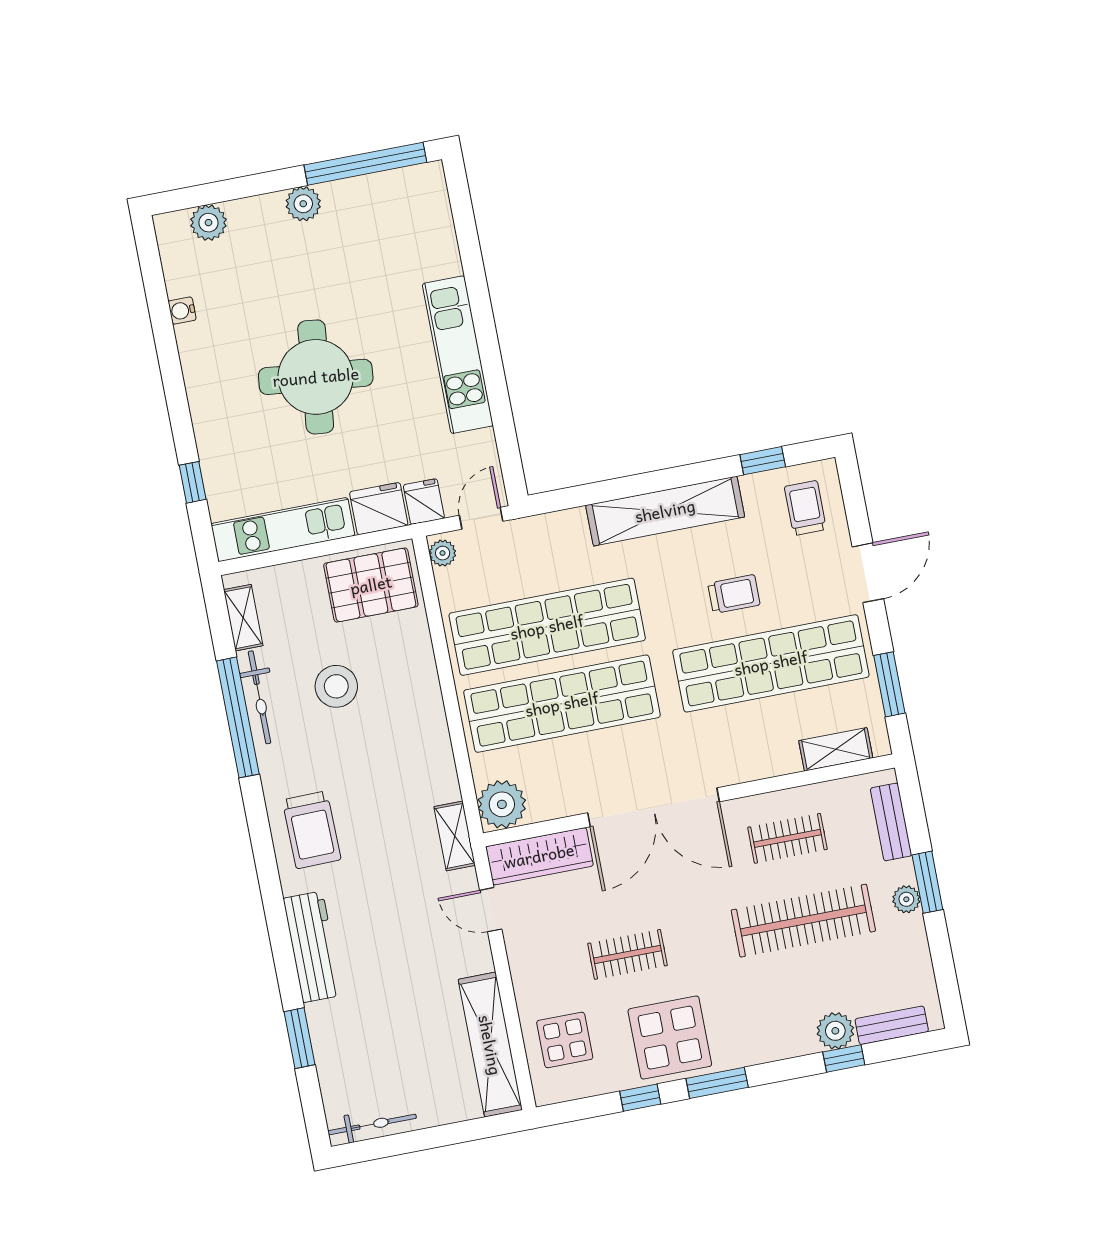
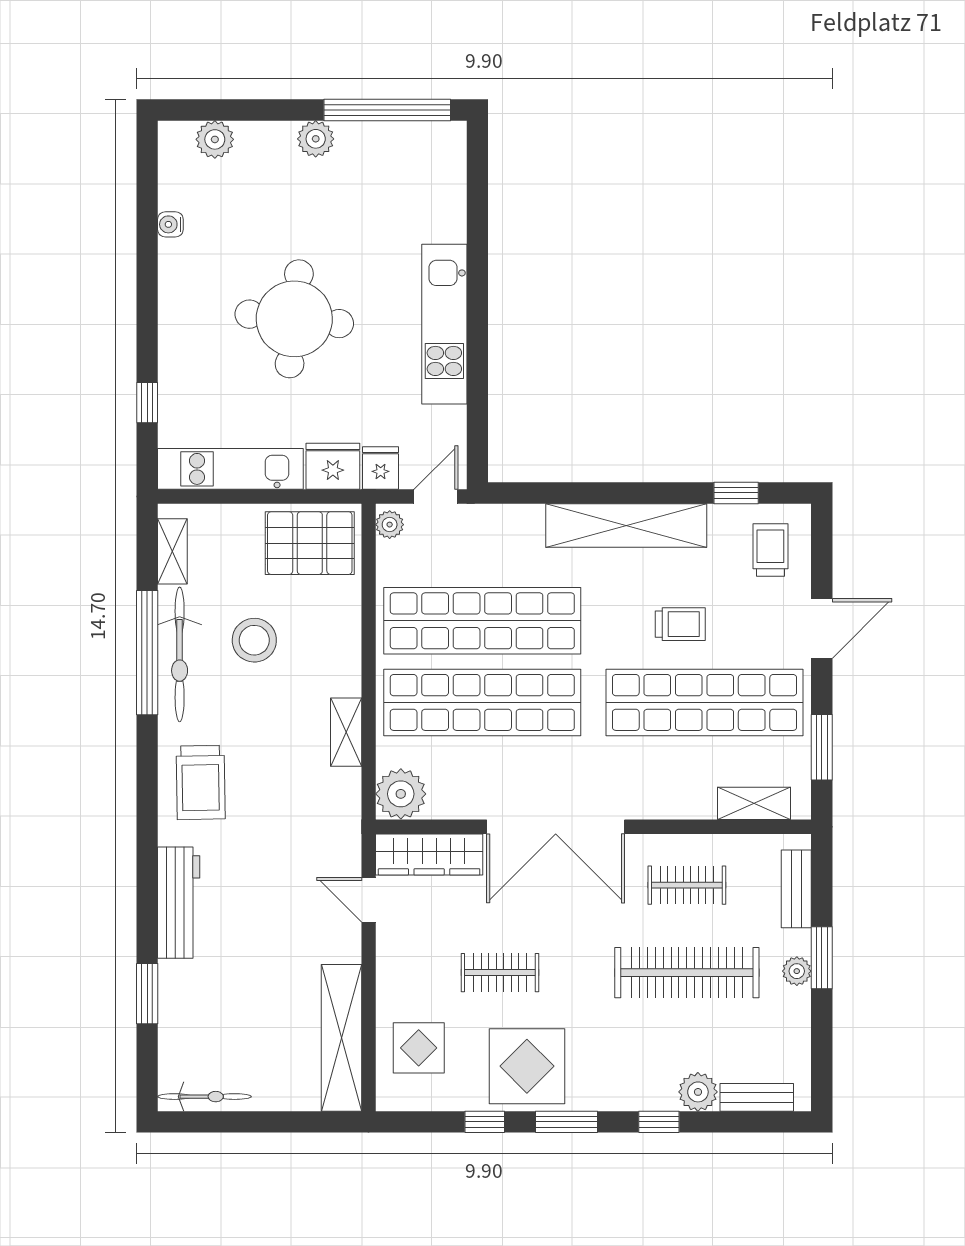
bicycle: (259, 697) -> (180, 654), width x1.37, depth x1.40
shelving: (455, 836) -> (346, 732), moved
window: (844, 1058) -> (659, 1122), moved

